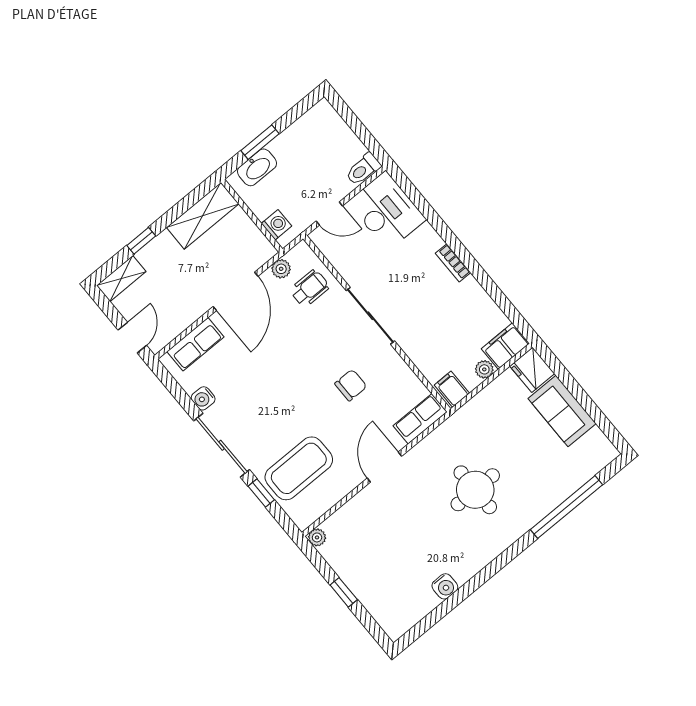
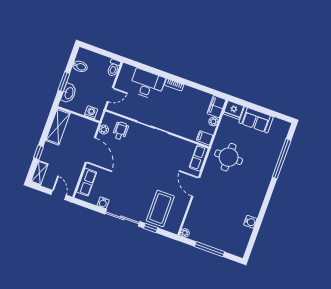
bidet: (305, 132) -> (80, 66), added
desk: (387, 211) -> (147, 84), moved
chair: (351, 385) -> (161, 161), removed
round table: (475, 490) -> (229, 157), moved
window: (344, 592) -> (209, 249), width x2.17

